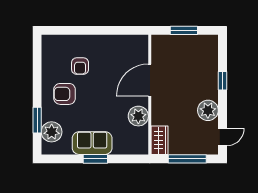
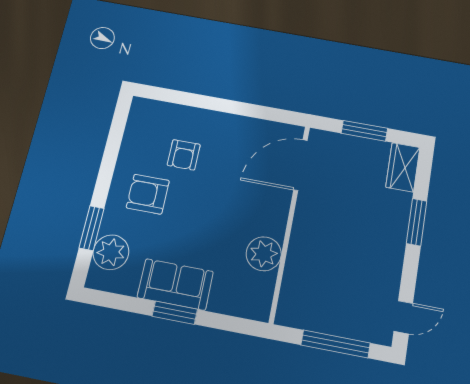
door: (150, 80) -> (300, 165), moved
window: (223, 81) -> (417, 222), width x1.50
plant: (208, 110) -> (385, 267), removed
wardrobe: (159, 140) -> (403, 167), moved, turned 180

